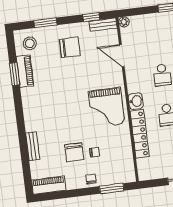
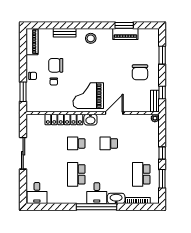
stool: (30, 43) -> (91, 38), moved
door: (122, 55) -> (114, 113), moved

